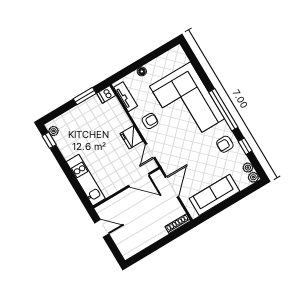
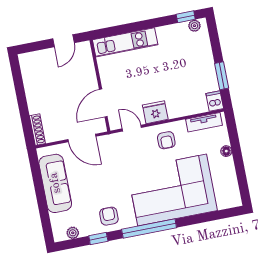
plant: (253, 177) -> (59, 235), removed

